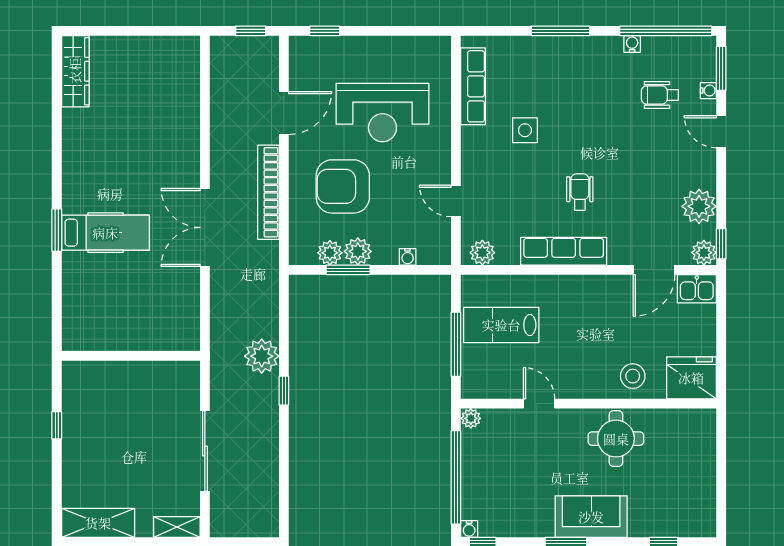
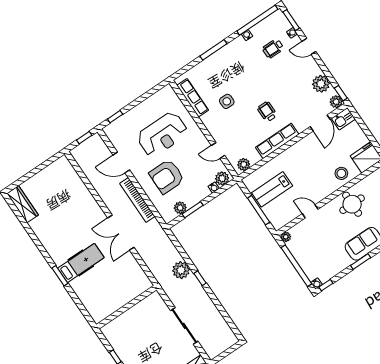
door: (284, 113) -> (121, 163), swing flipped
plant: (358, 251) -> (222, 178), moved

